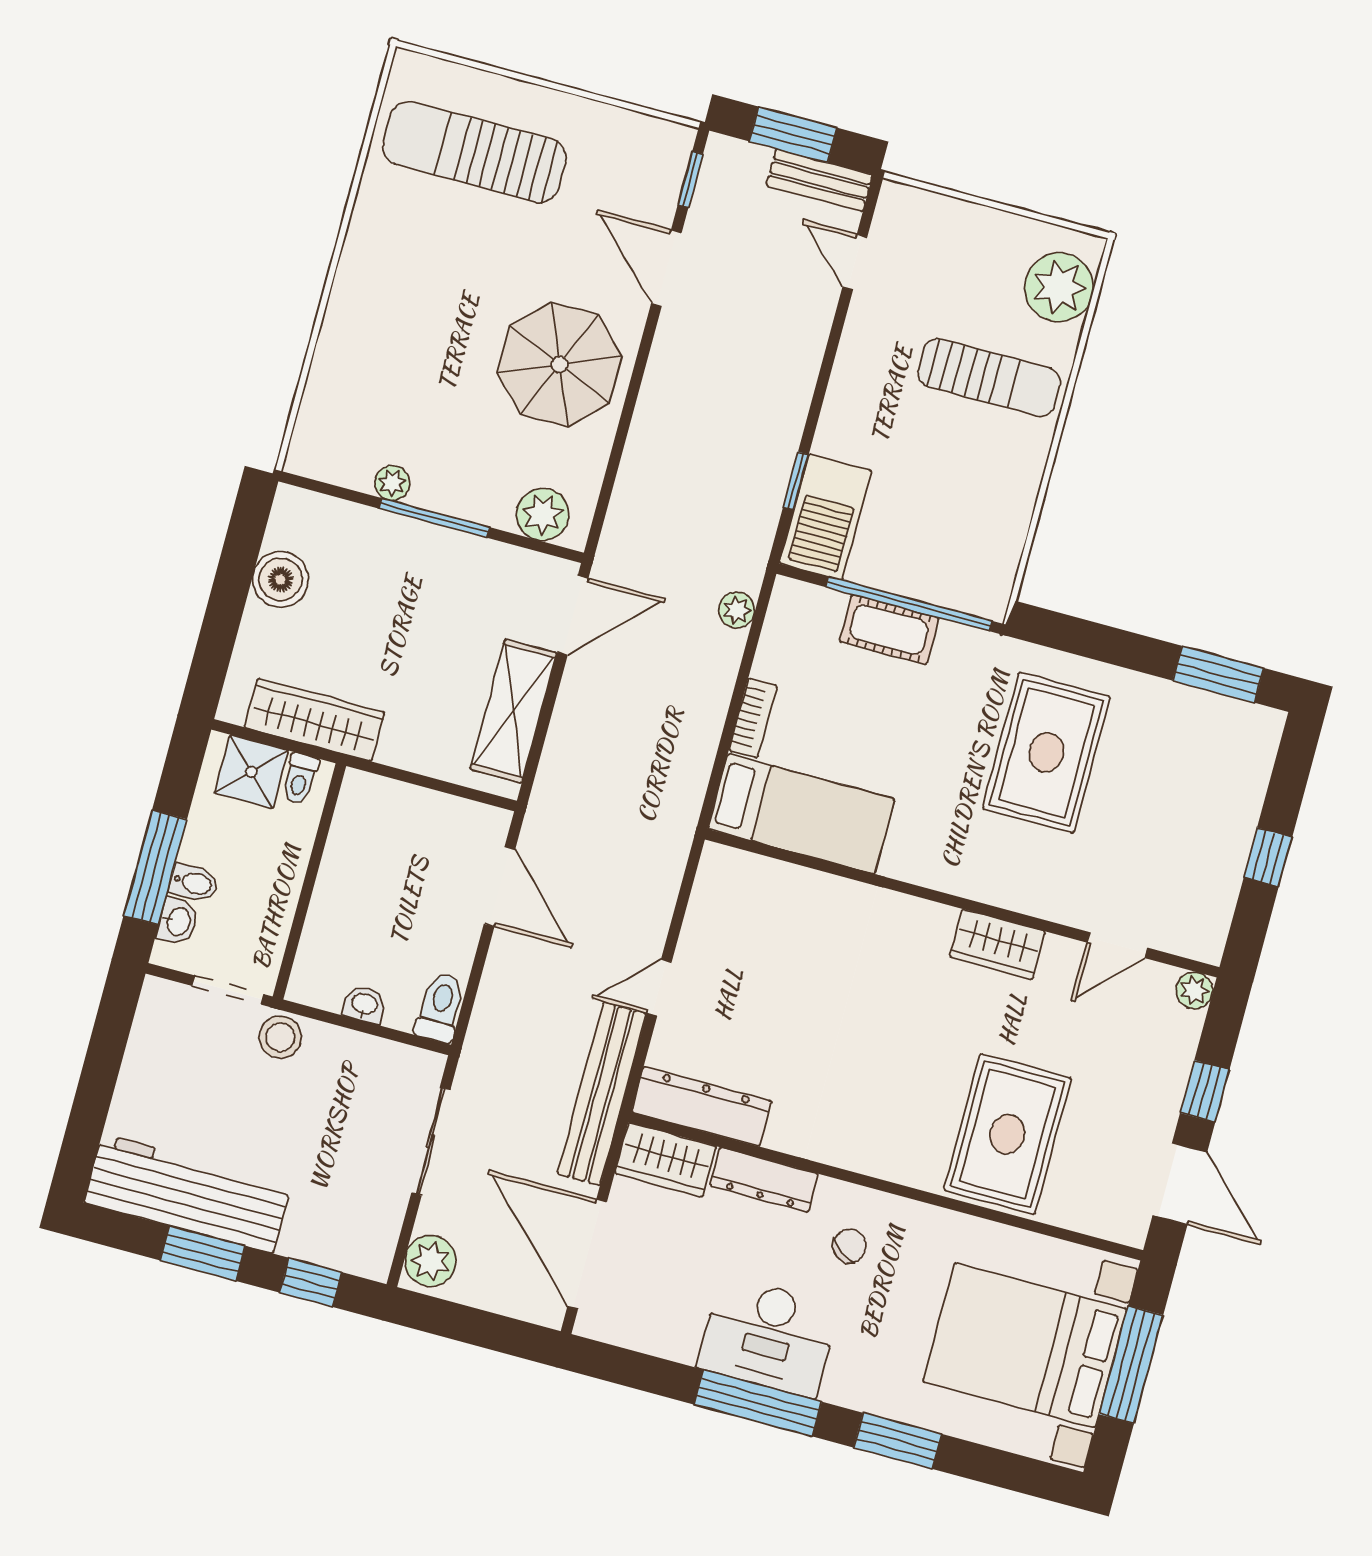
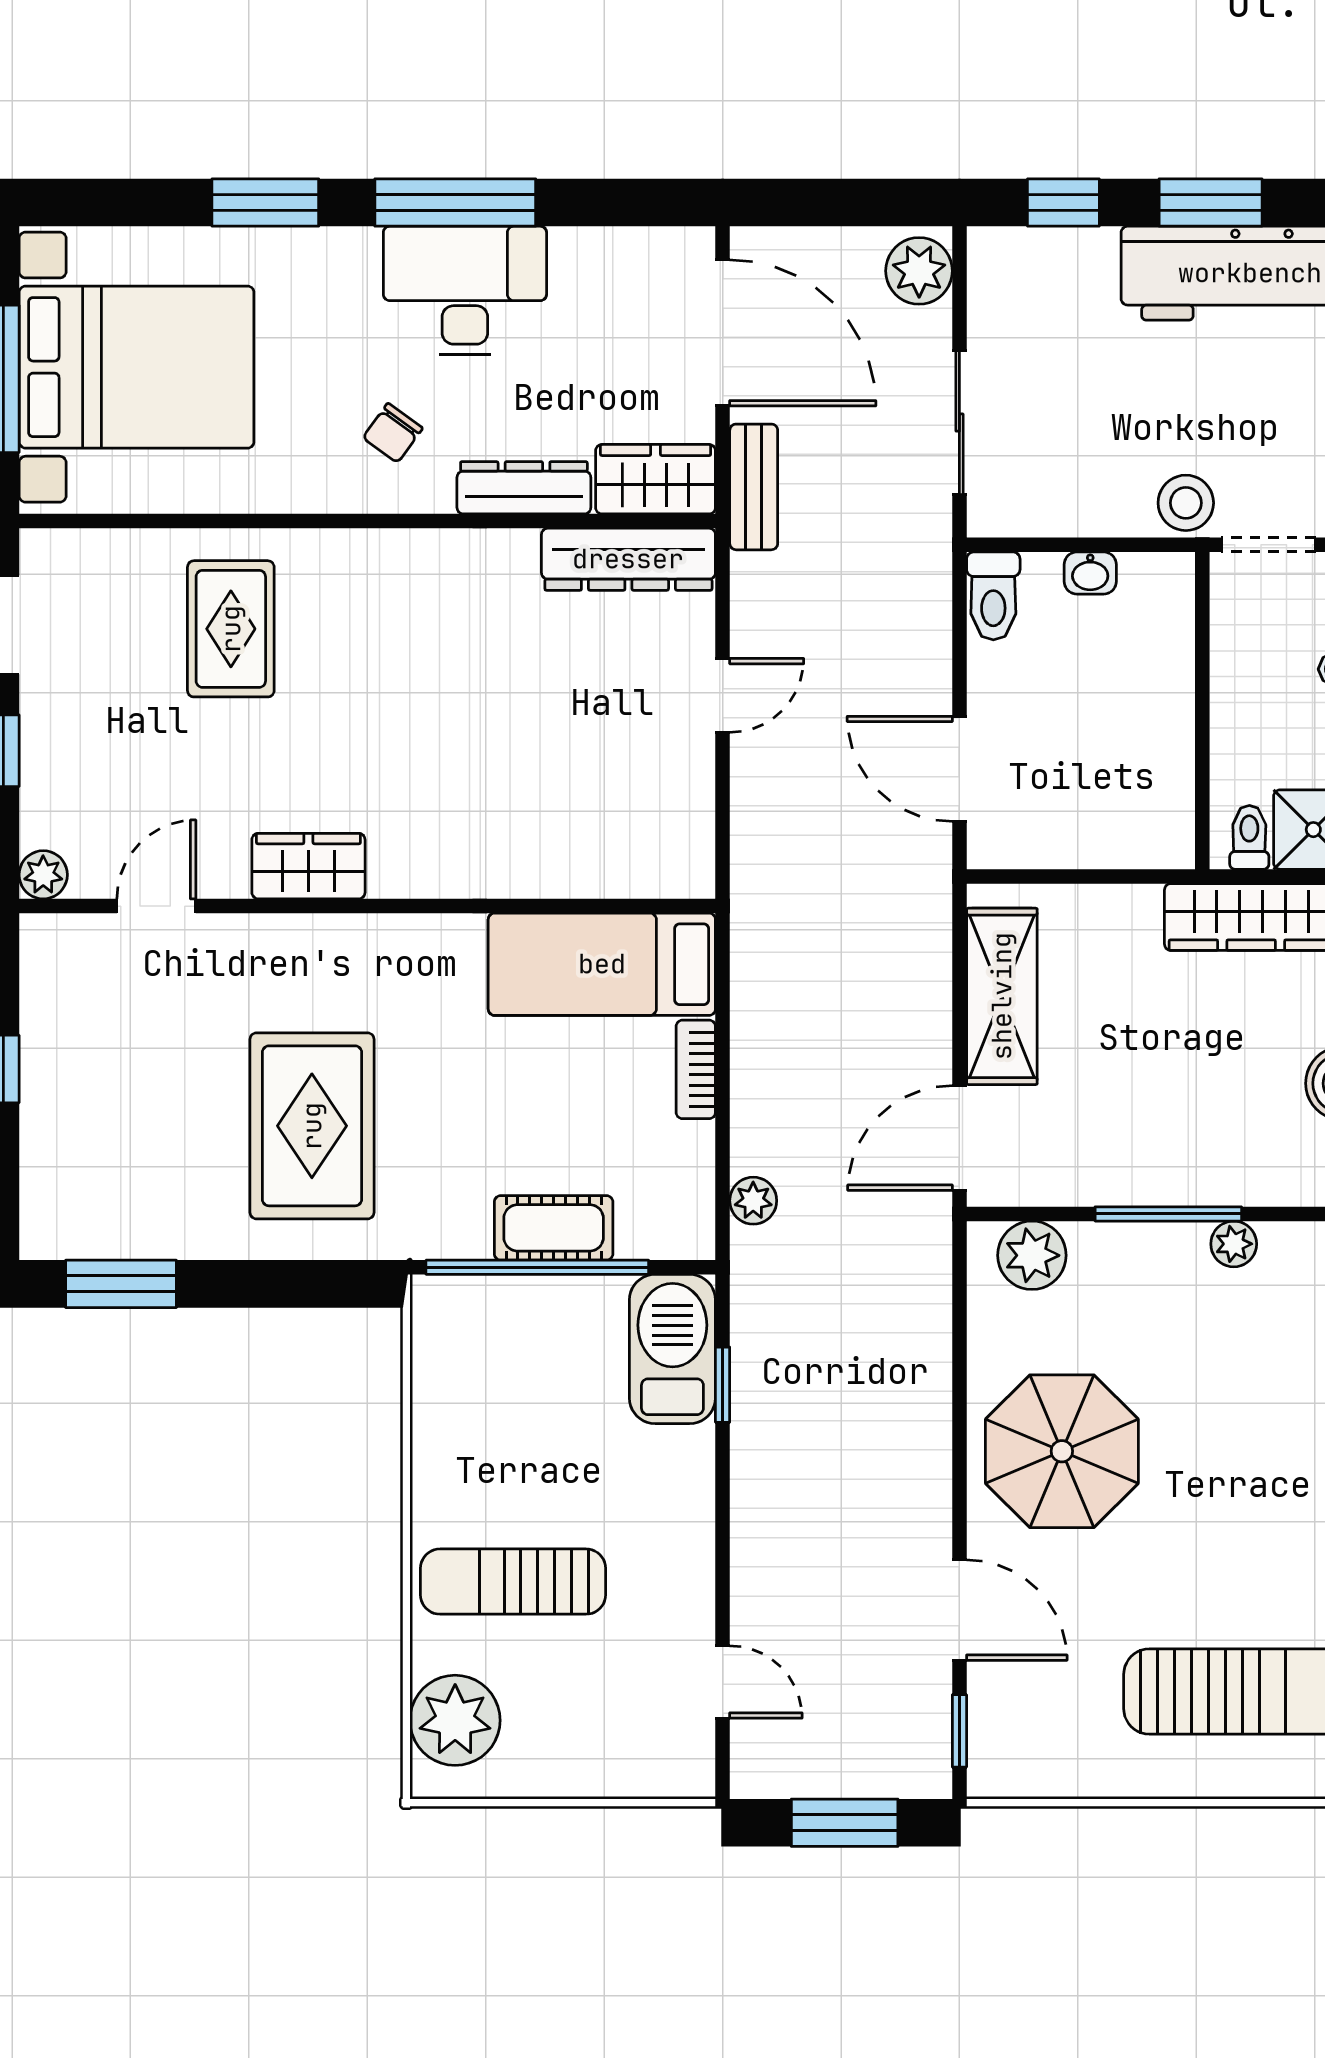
bench: (819, 180) -> (796, 1774), removed
bench: (602, 1094) -> (754, 487), width x0.54, depth x0.82
rug: (1008, 1134) -> (231, 629), width x0.73, depth x0.70

